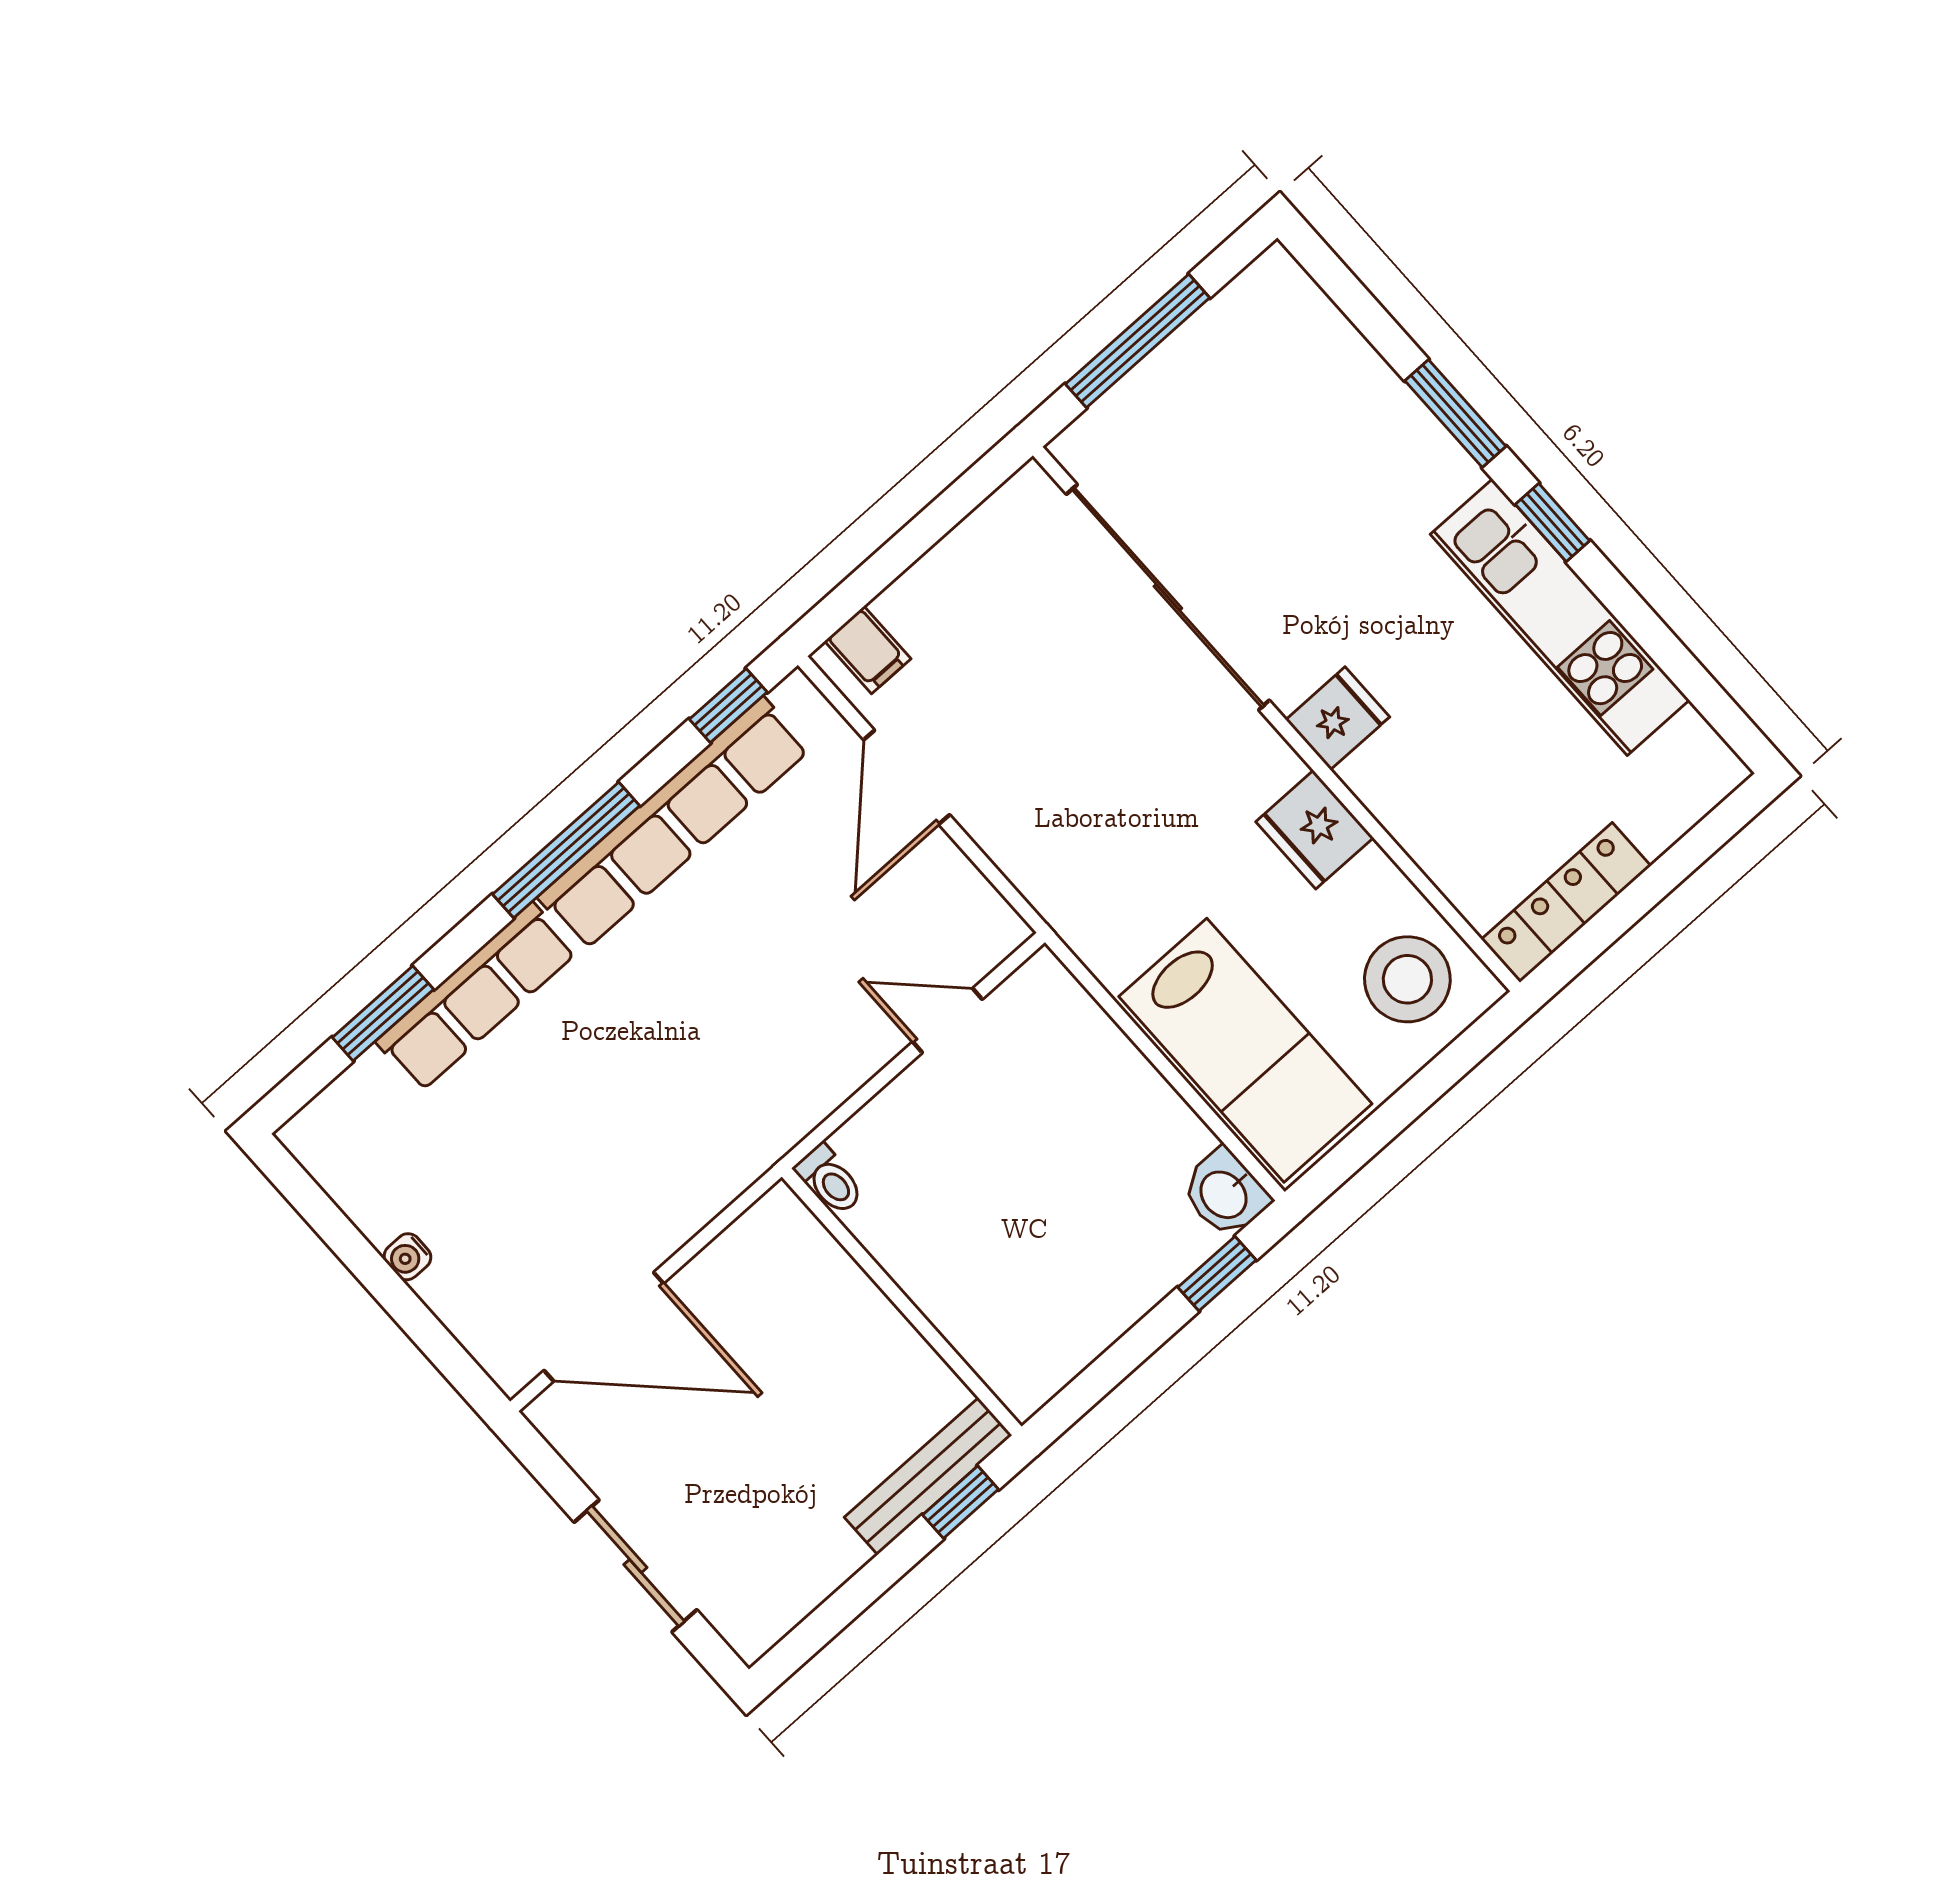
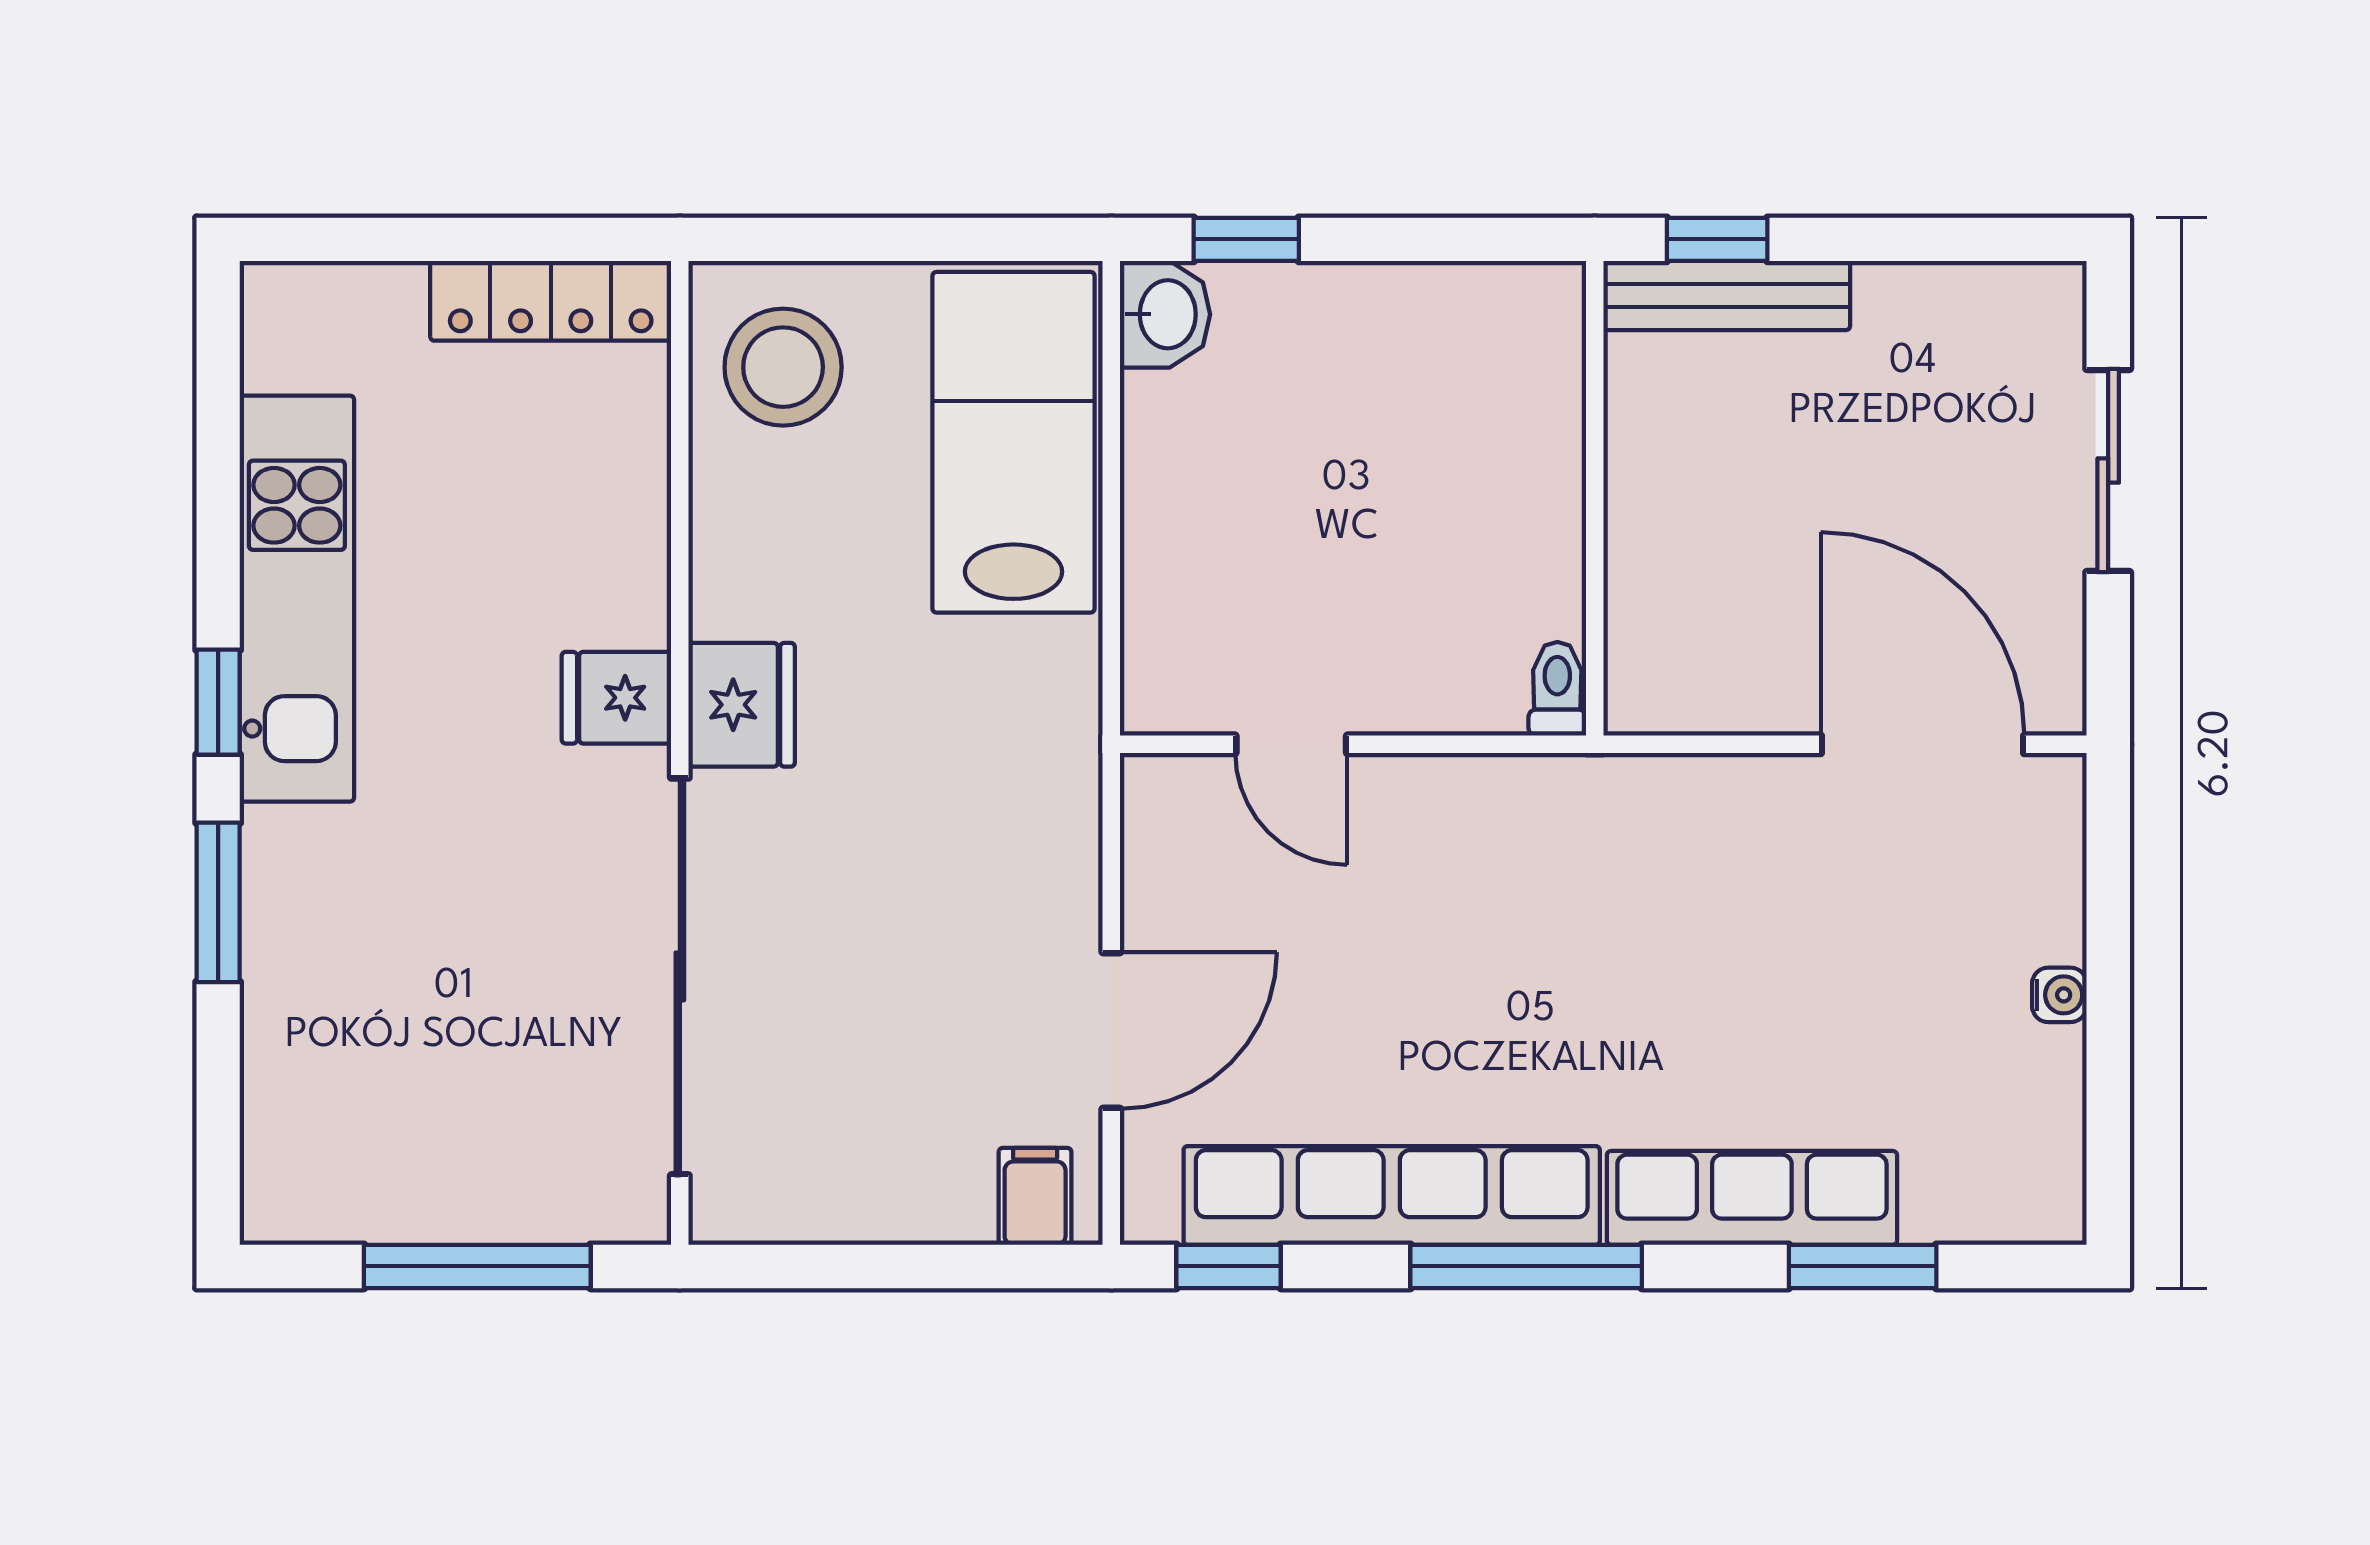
fridge: (1315, 830) -> (742, 705), moved

